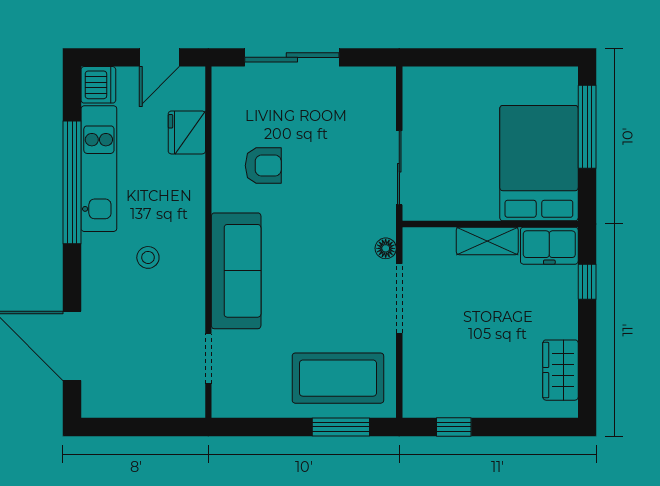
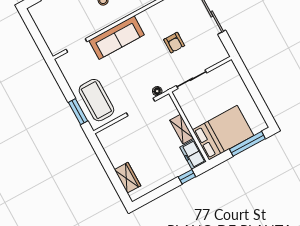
armchair: (263, 166) -> (174, 43), moved
wardrobe: (560, 370) -> (128, 178), moved, turned 90
window: (454, 427) -> (102, 156), removed

